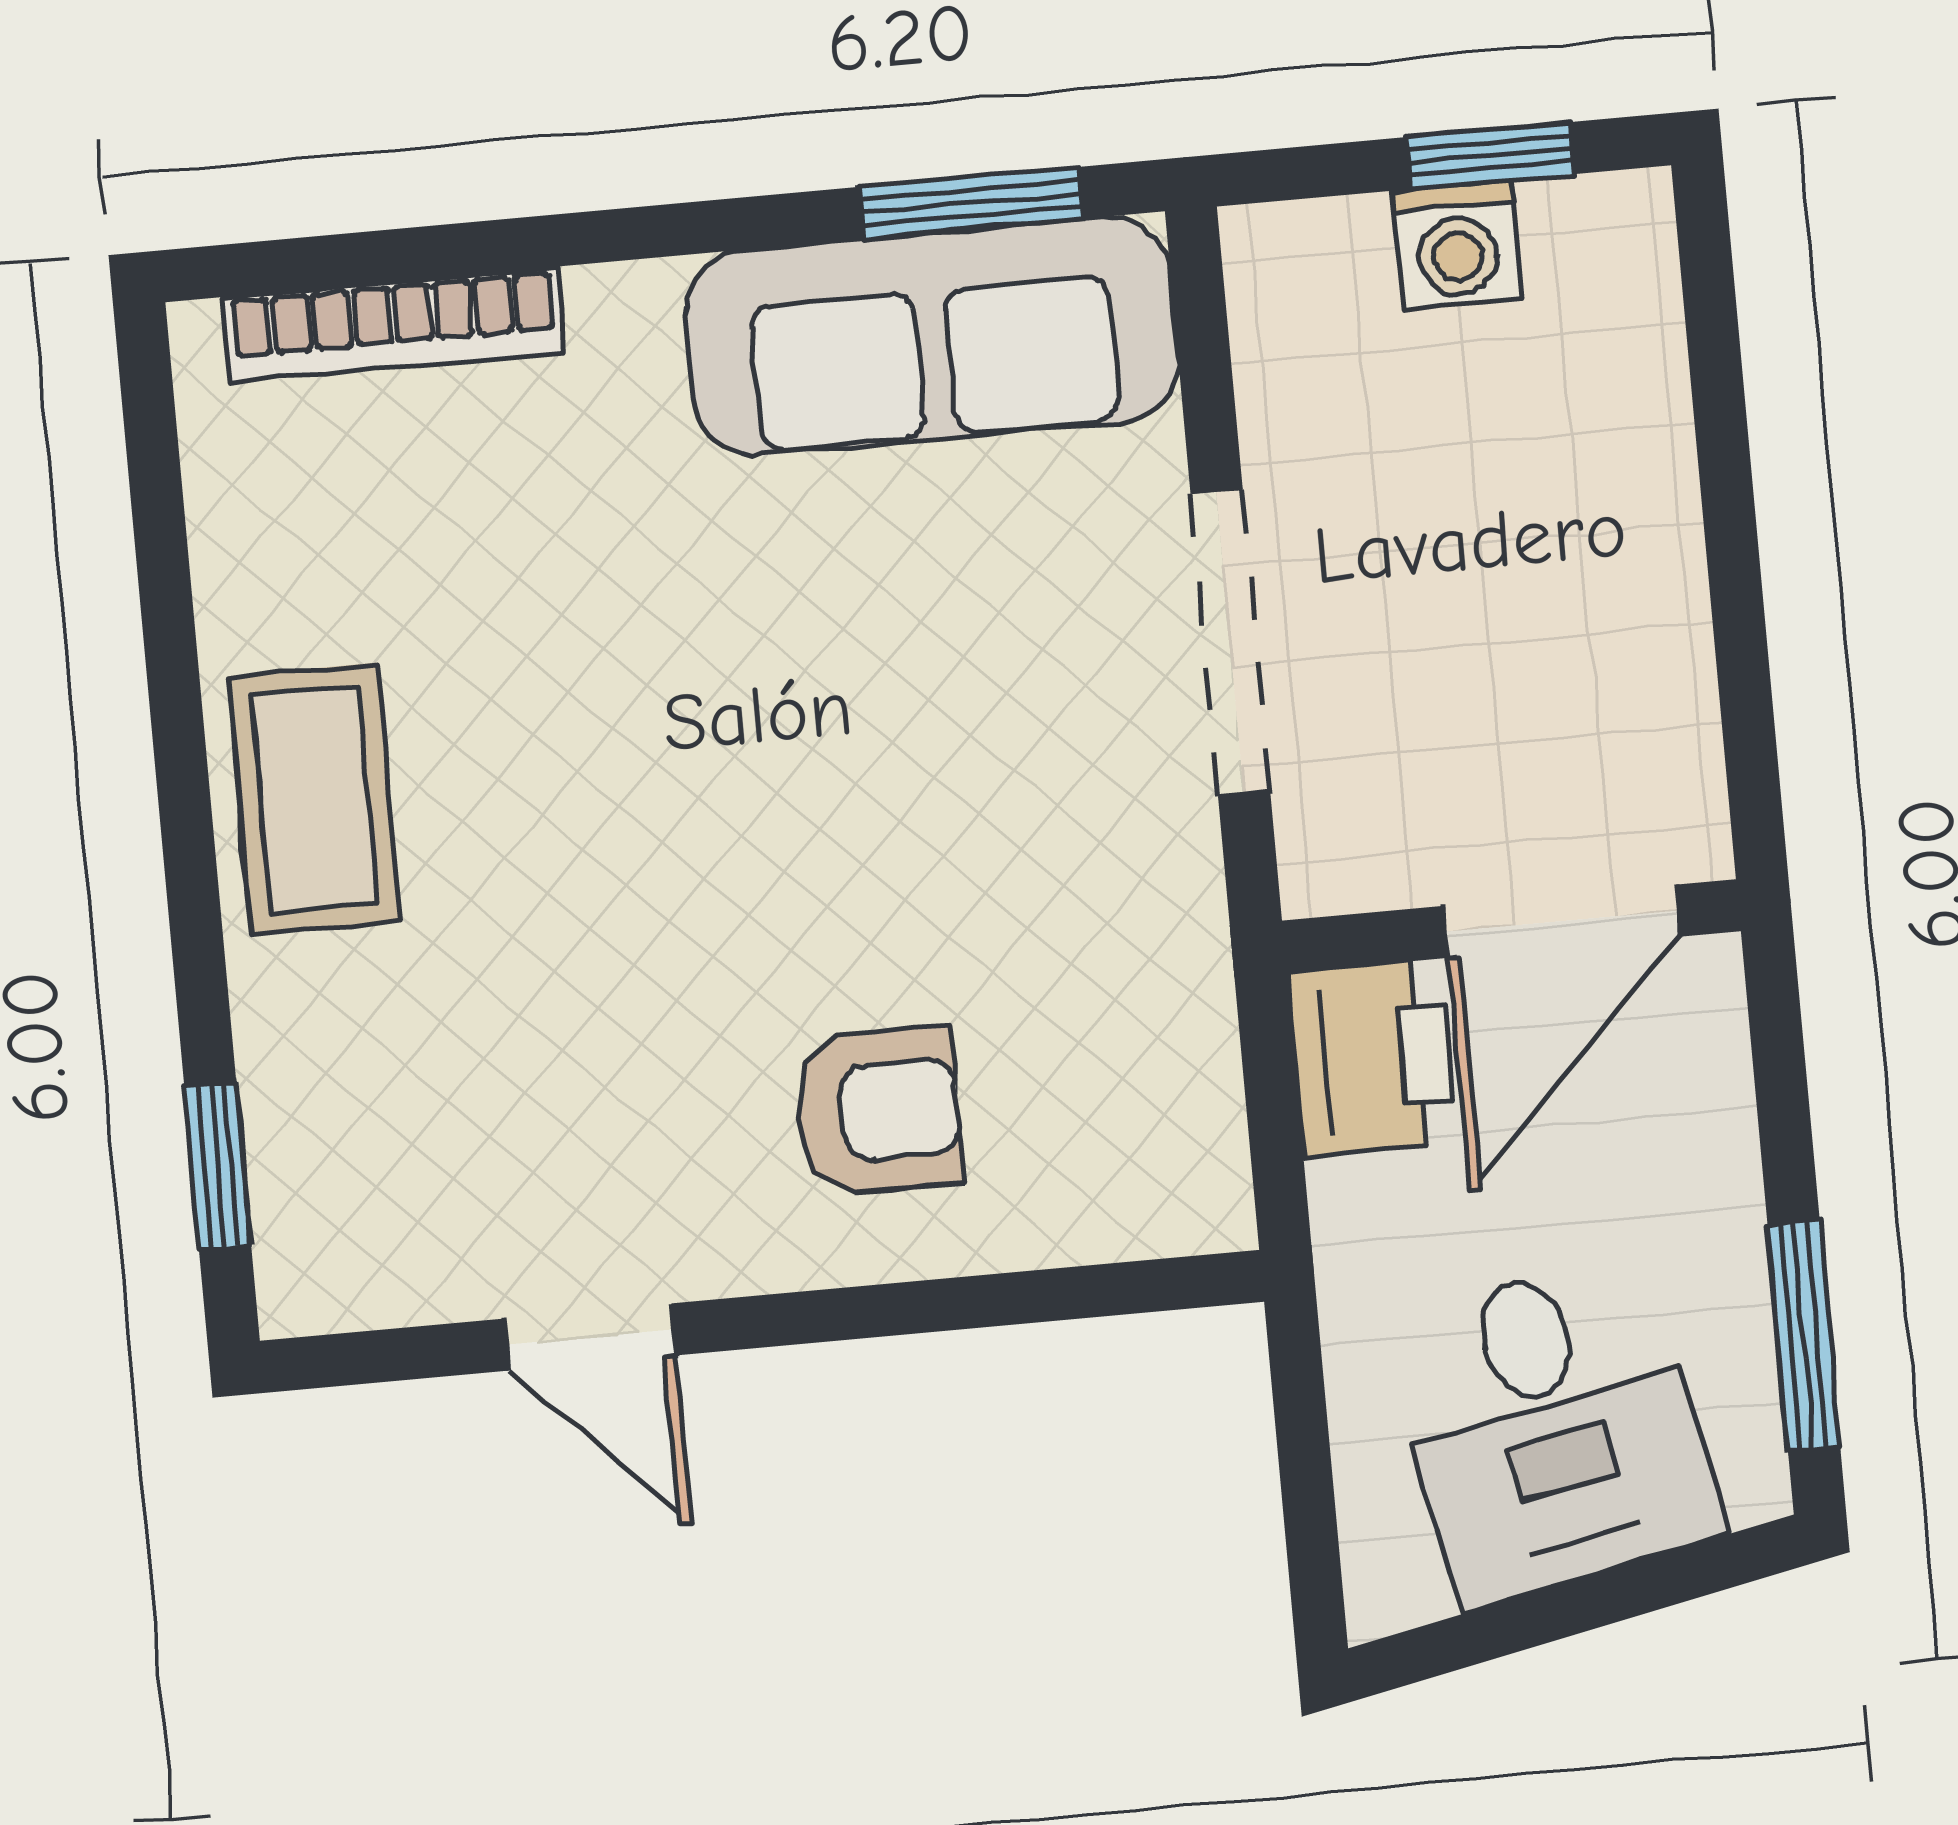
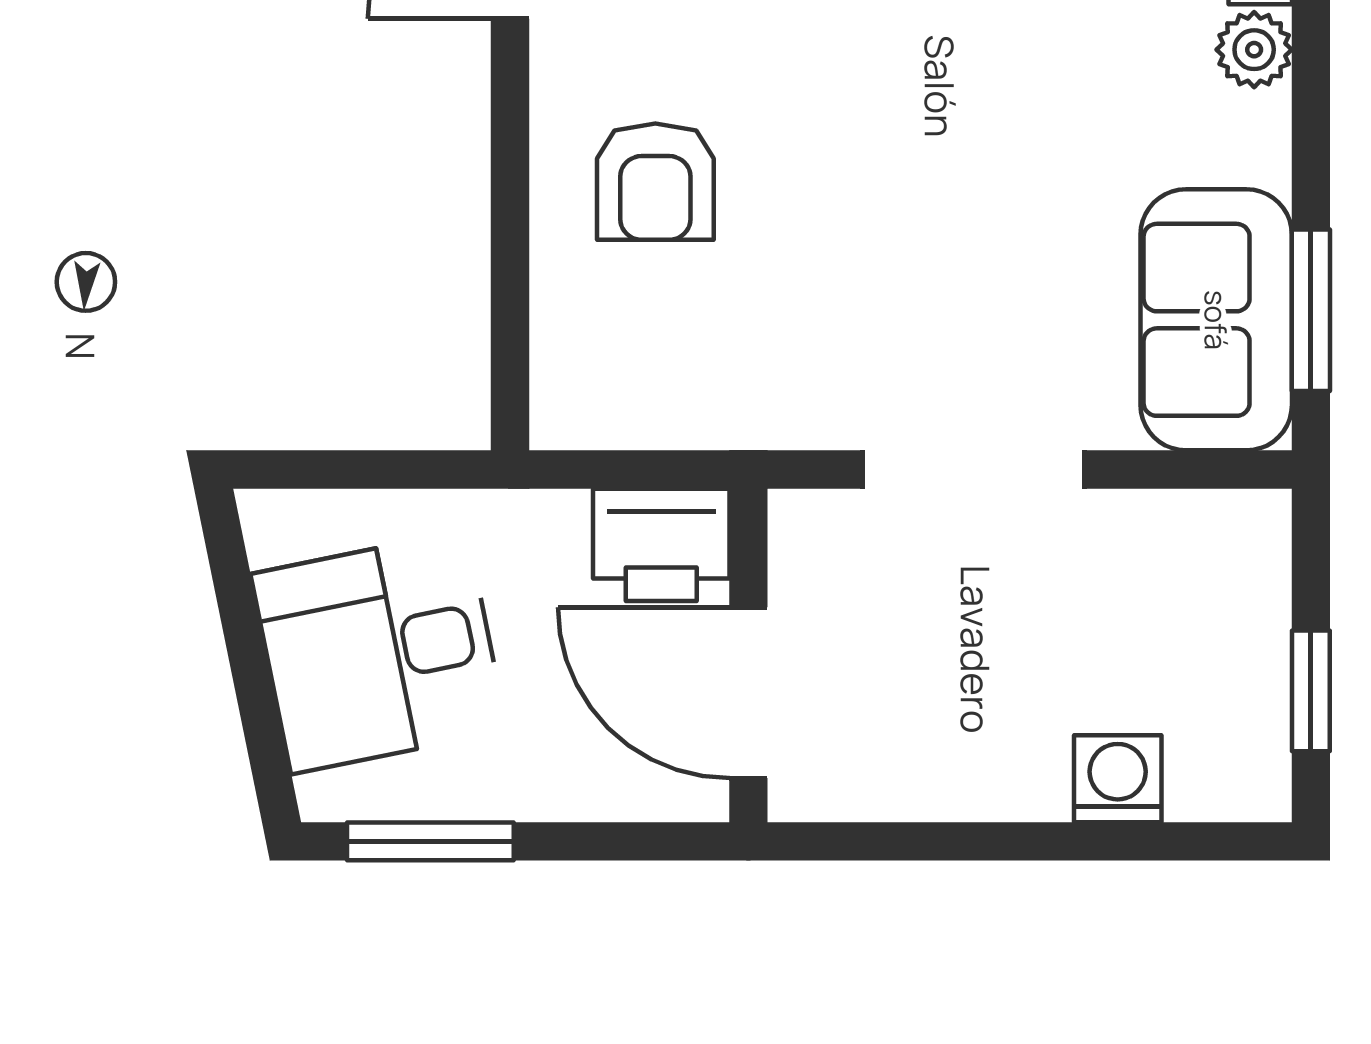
washing machine: (1457, 245) -> (1118, 779), moved, turned 90
plant: (624, 312) -> (1254, 50), added
sofa: (932, 336) -> (1216, 320), width x0.73

